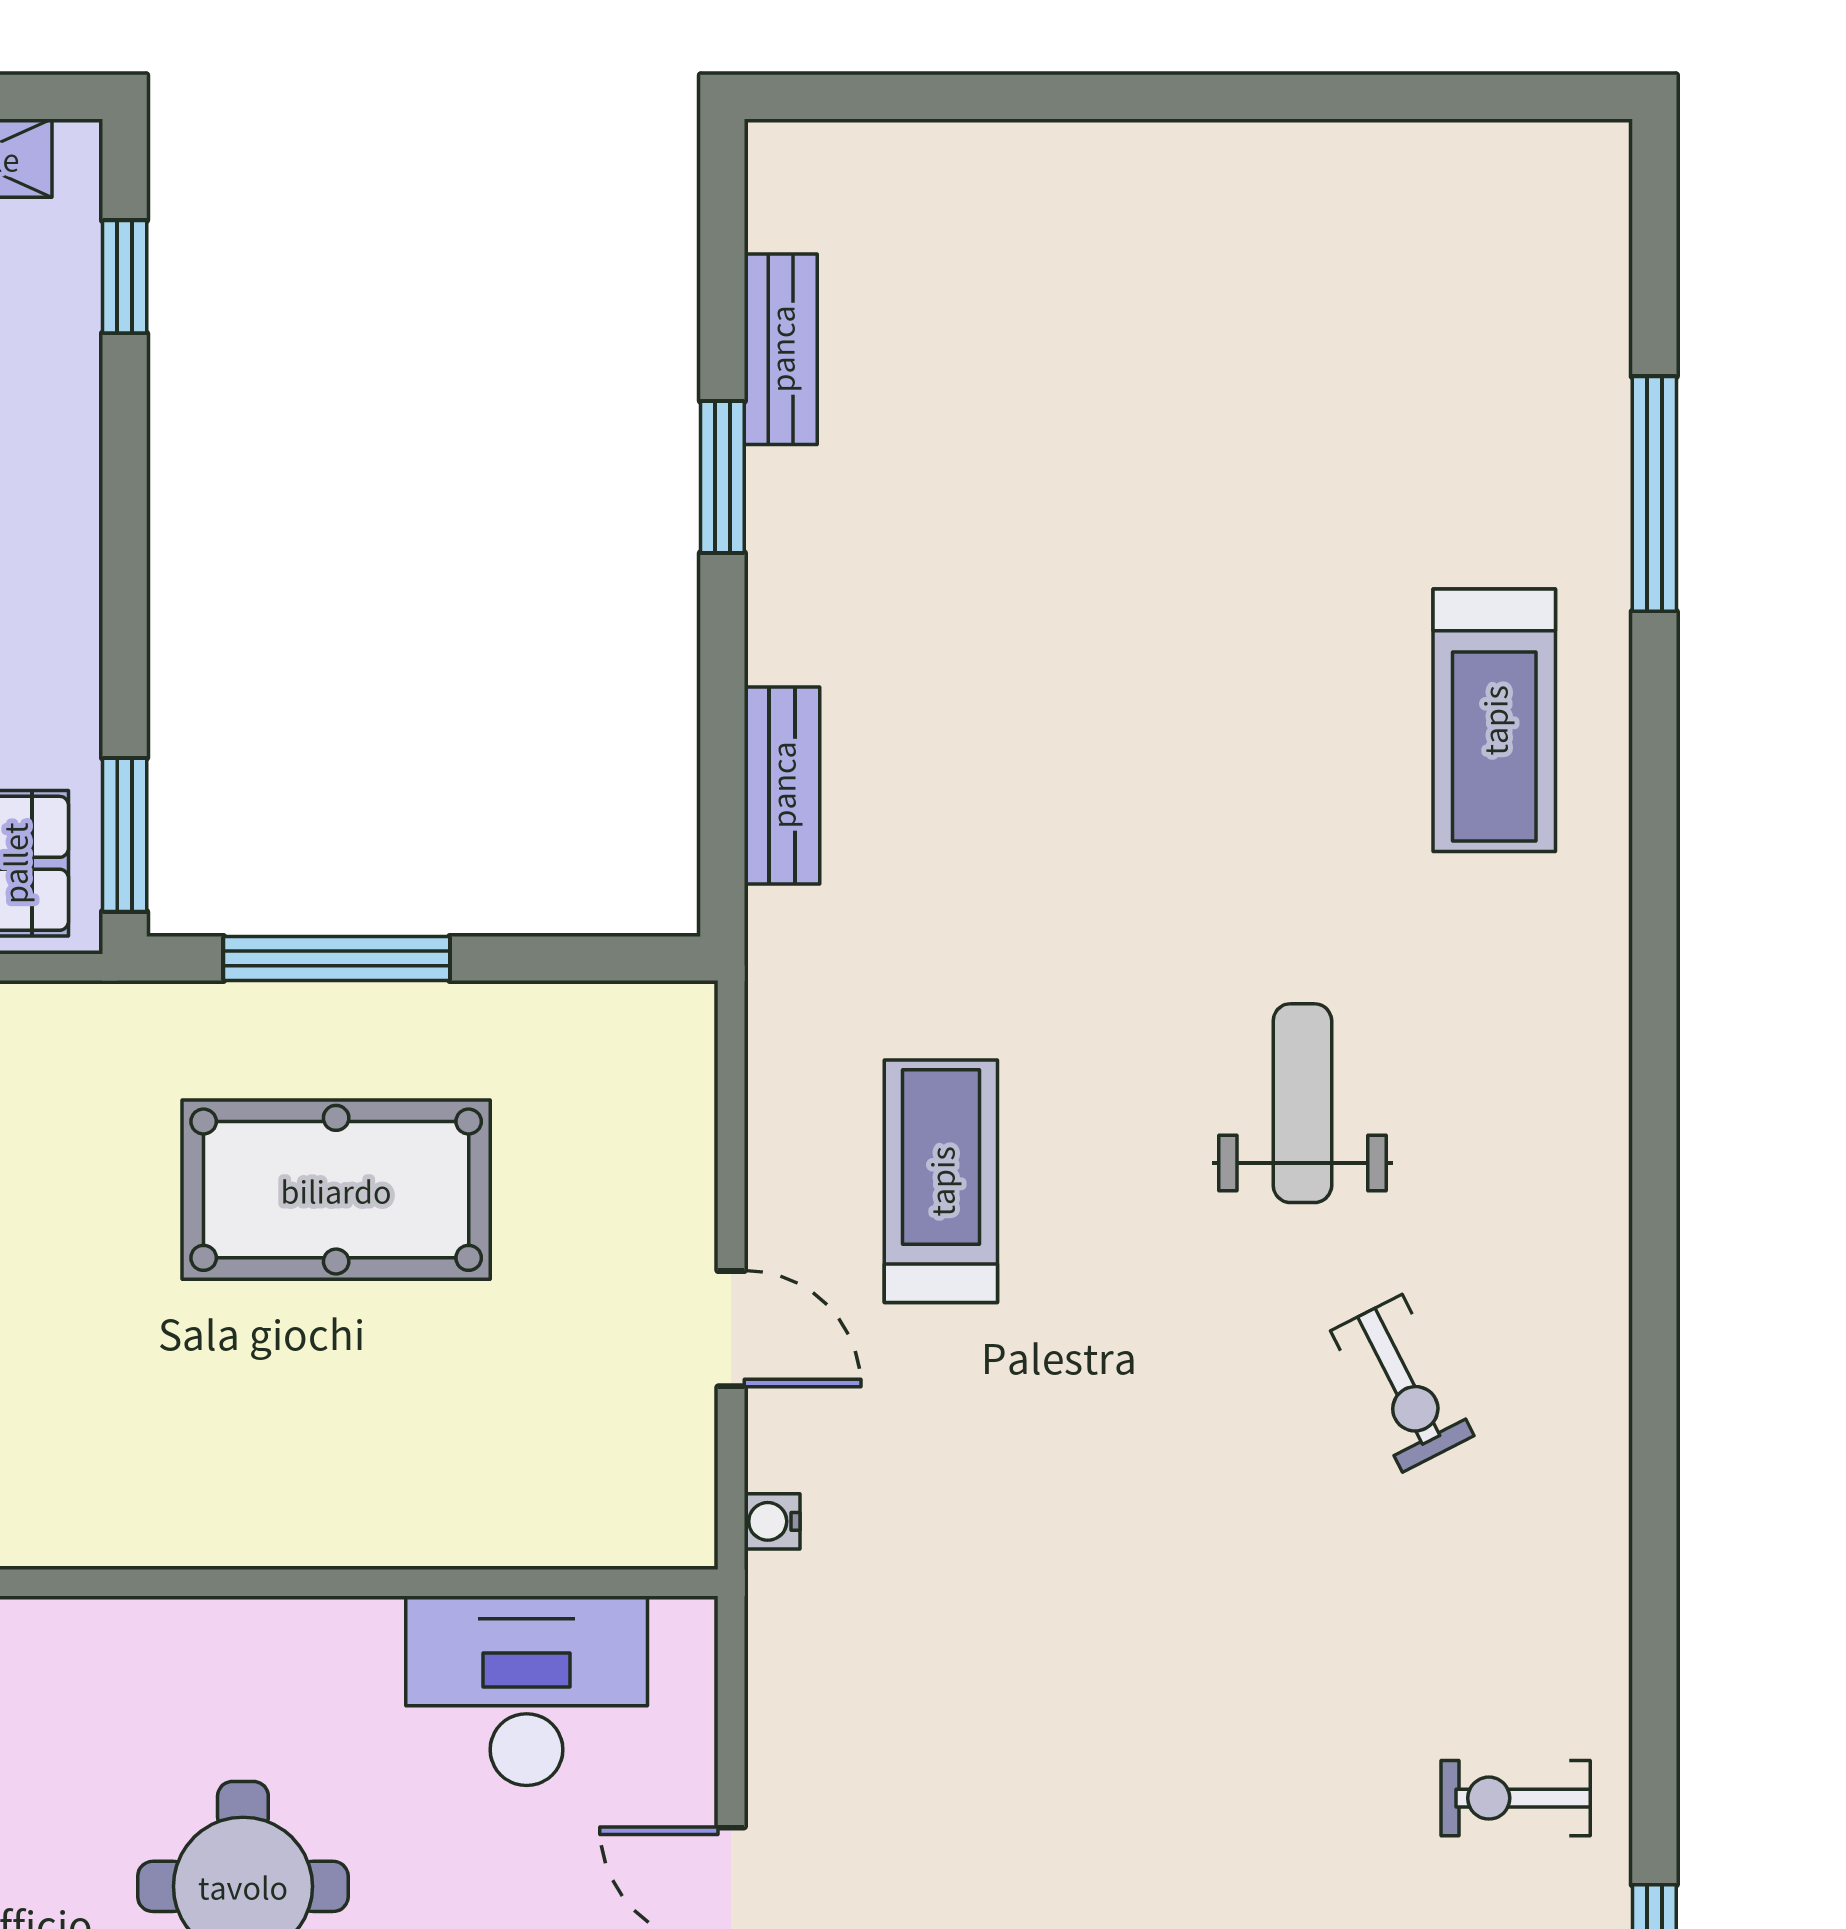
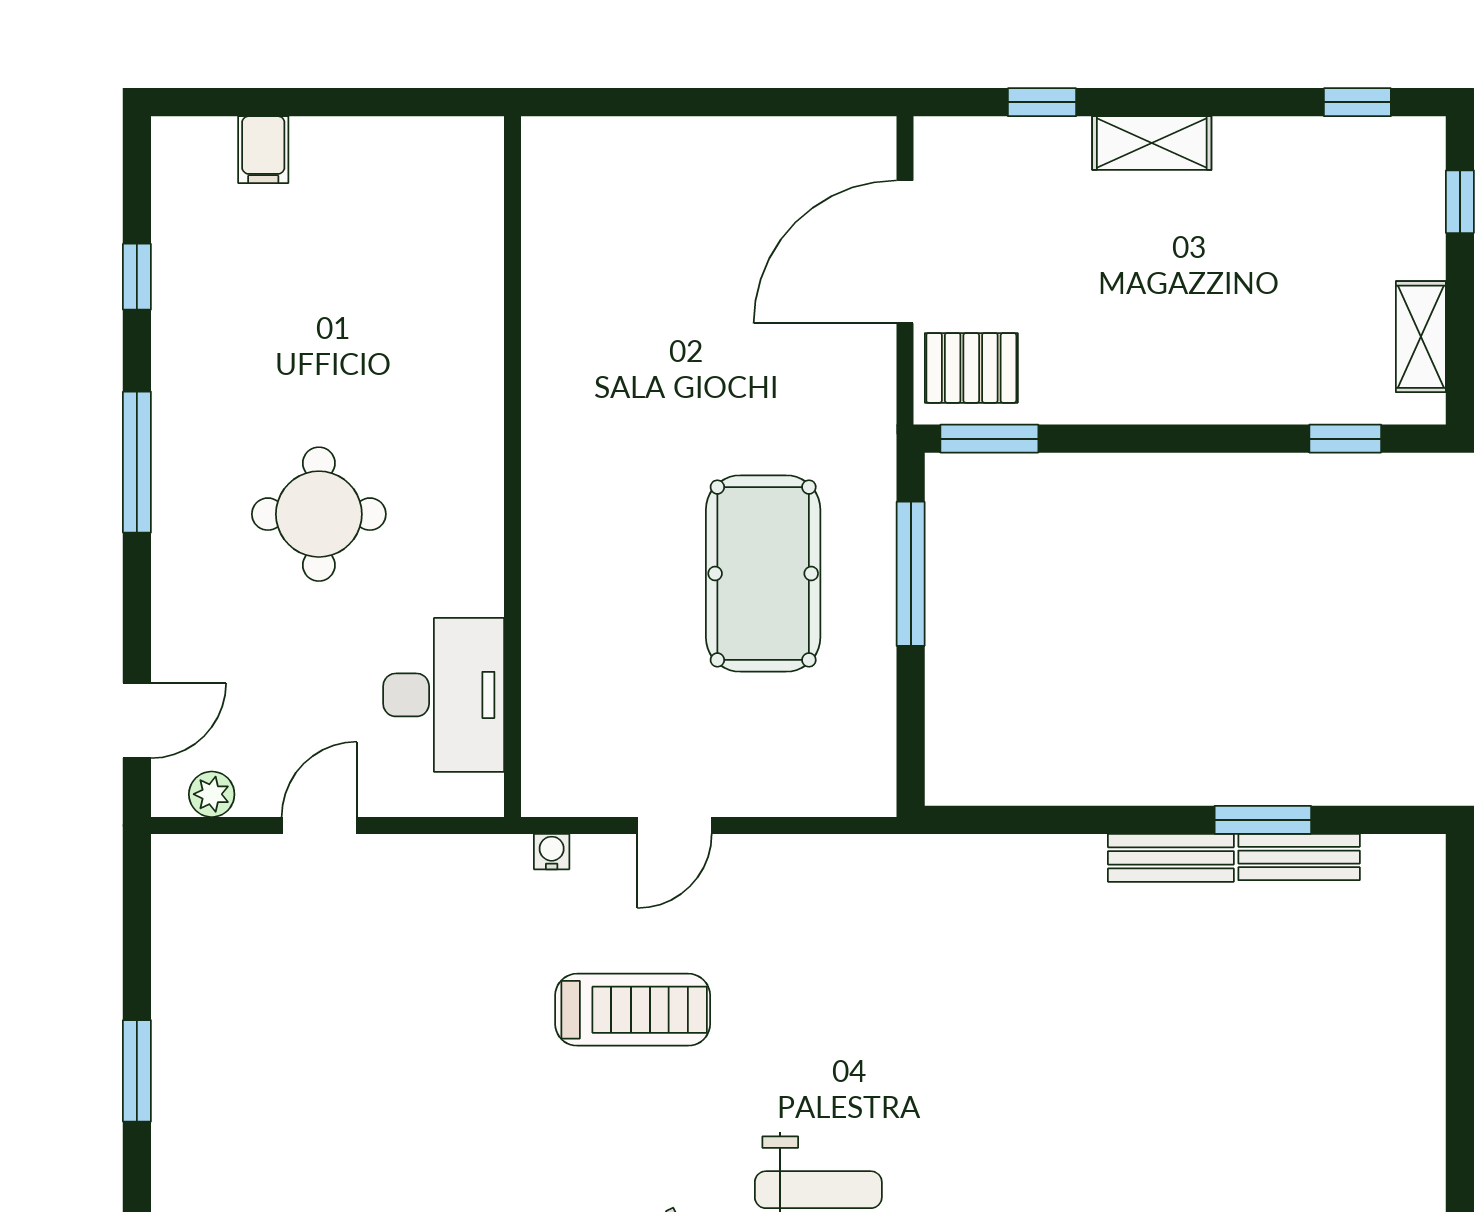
window: (722, 477) -> (1263, 820), moved
bench: (782, 785) -> (1171, 858), moved
treadmill: (941, 1181) -> (633, 1010), moved

